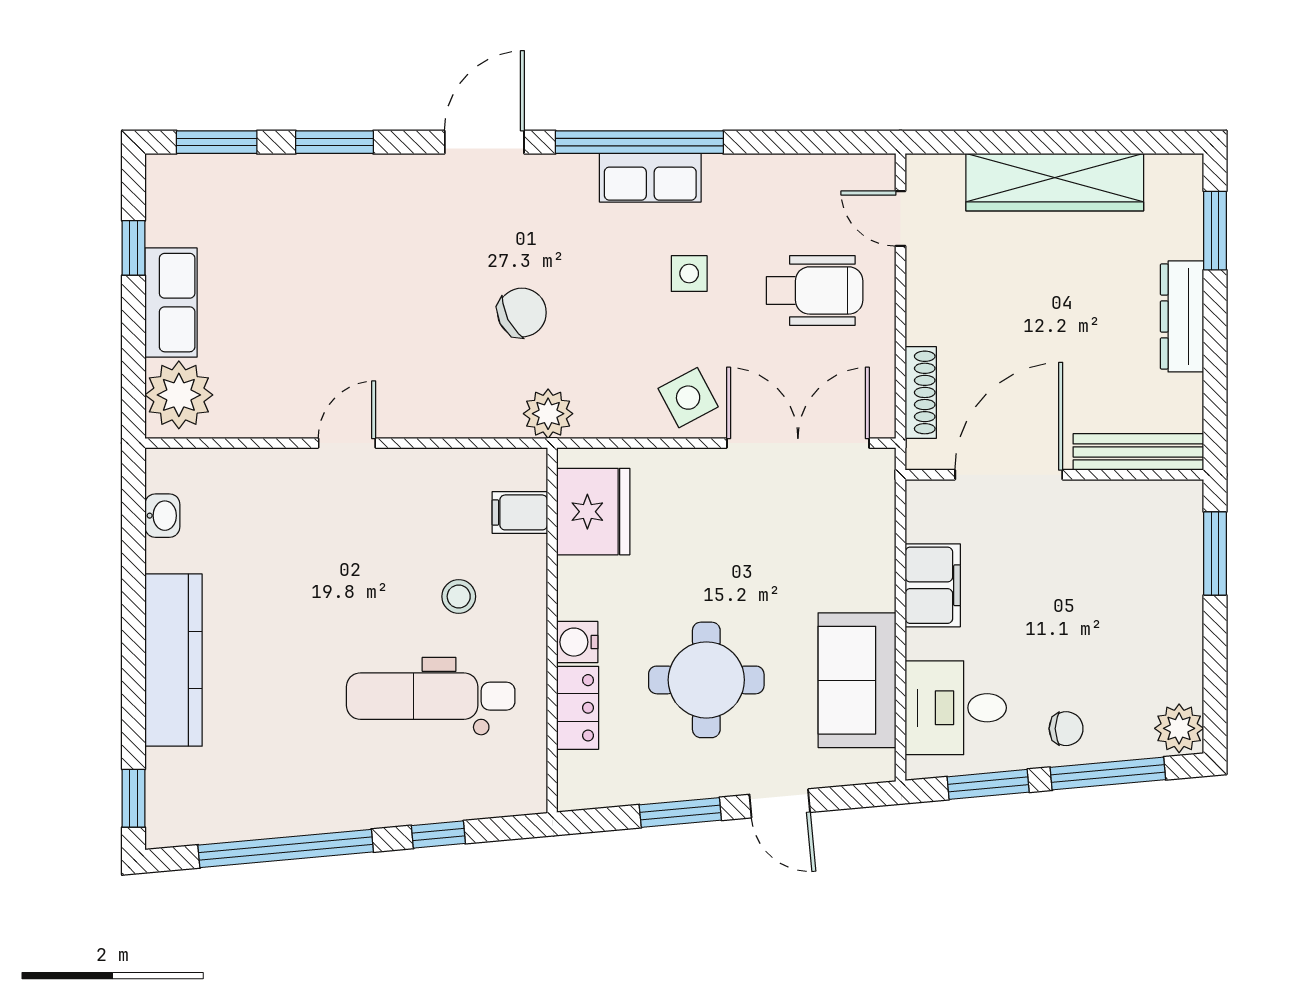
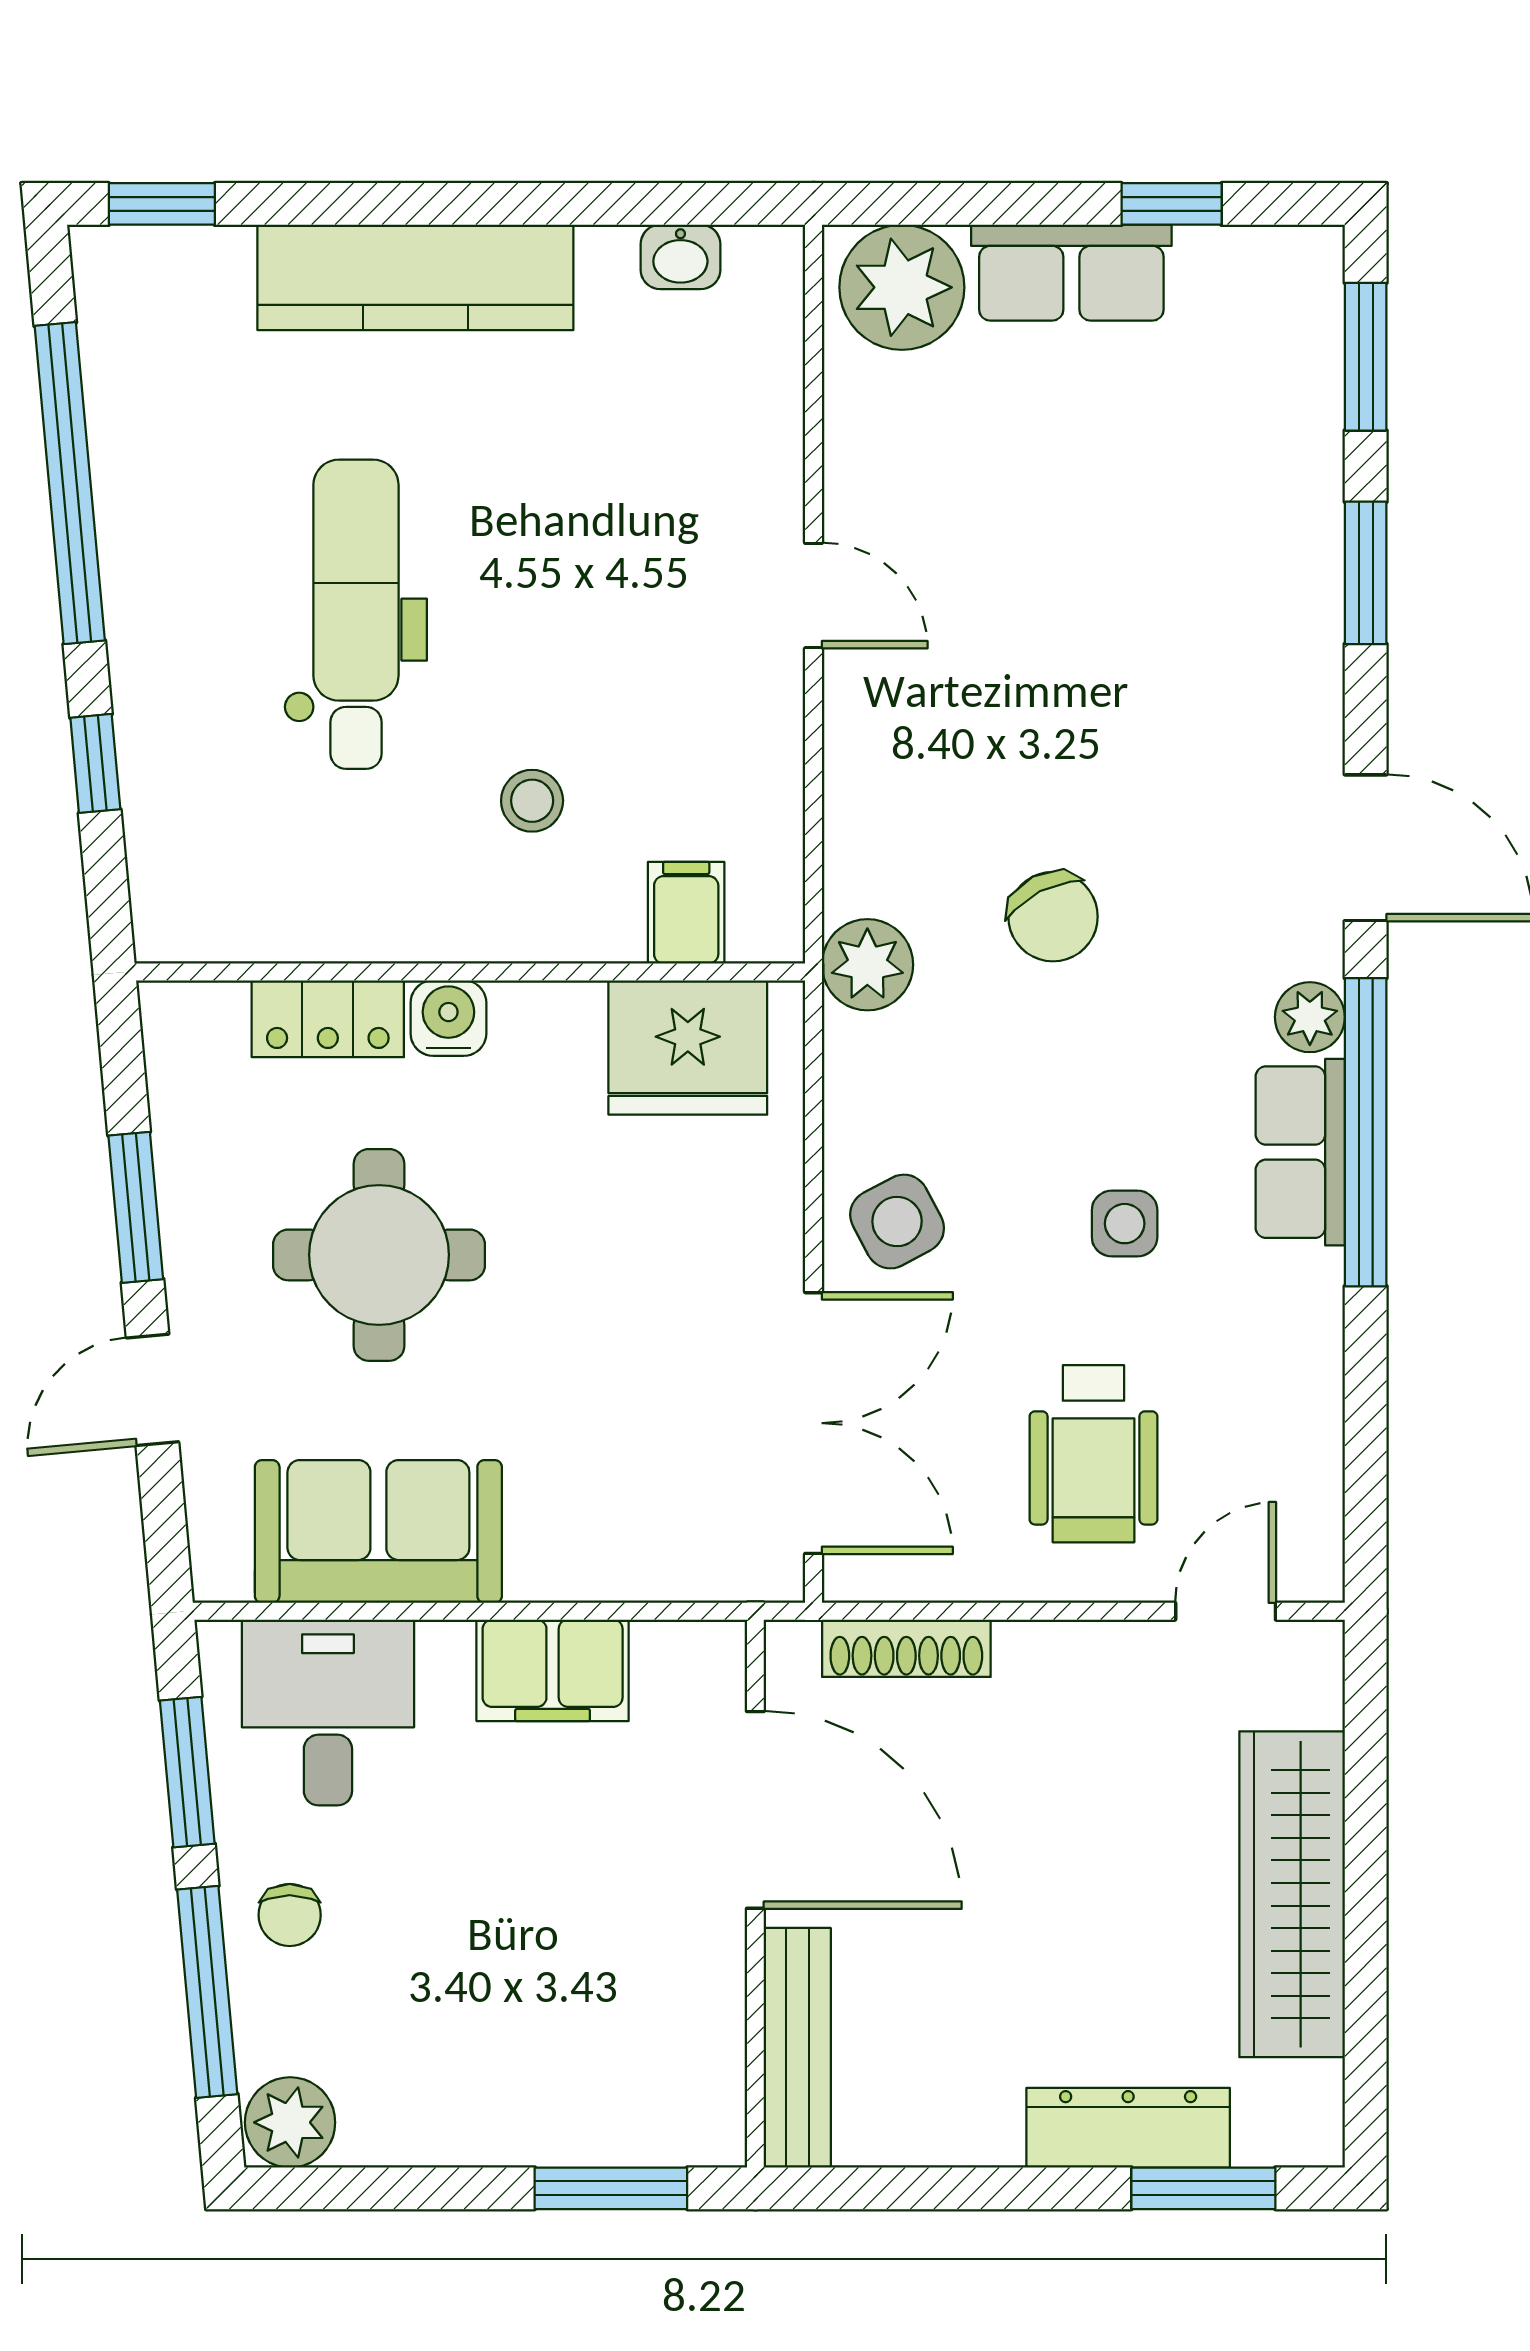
plant: (577, 173) -> (1310, 1017), added
dresser: (1182, 316) -> (1128, 2128), moved
dental chair: (431, 696) -> (356, 614), moved

